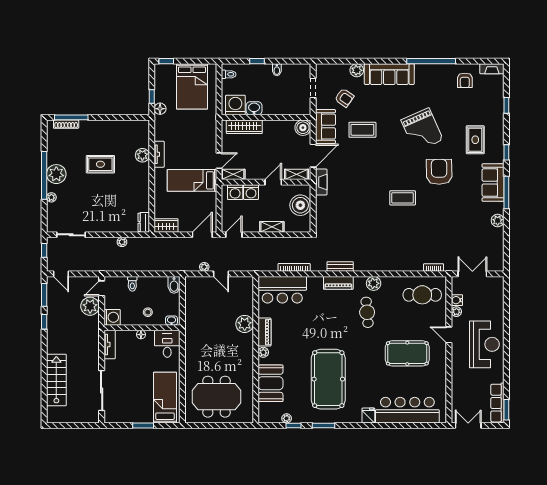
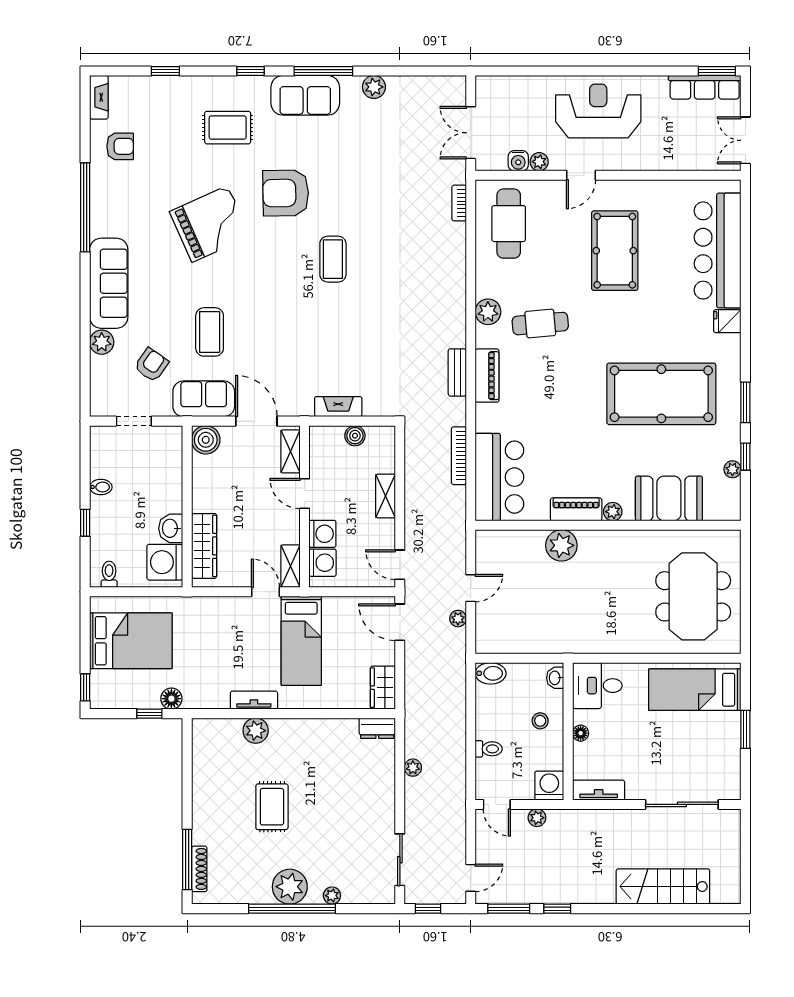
fireplace: (321, 182) -> (338, 407), moved
boiler: (300, 205) -> (355, 436), width x0.54, depth x0.54
plant: (90, 306) -> (537, 818), width x0.53, depth x0.53

